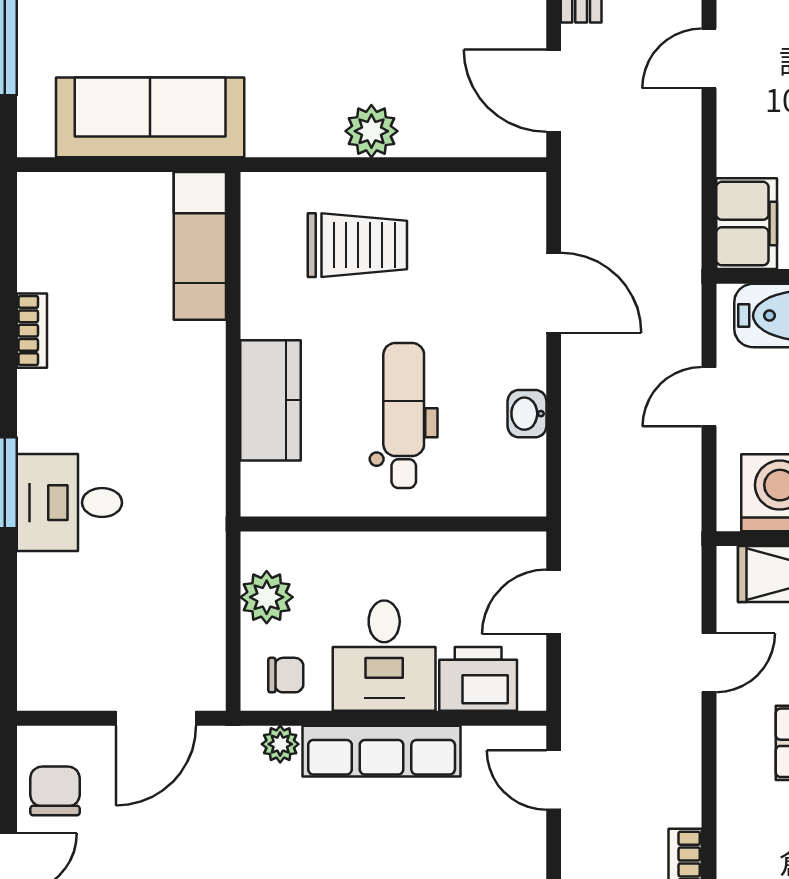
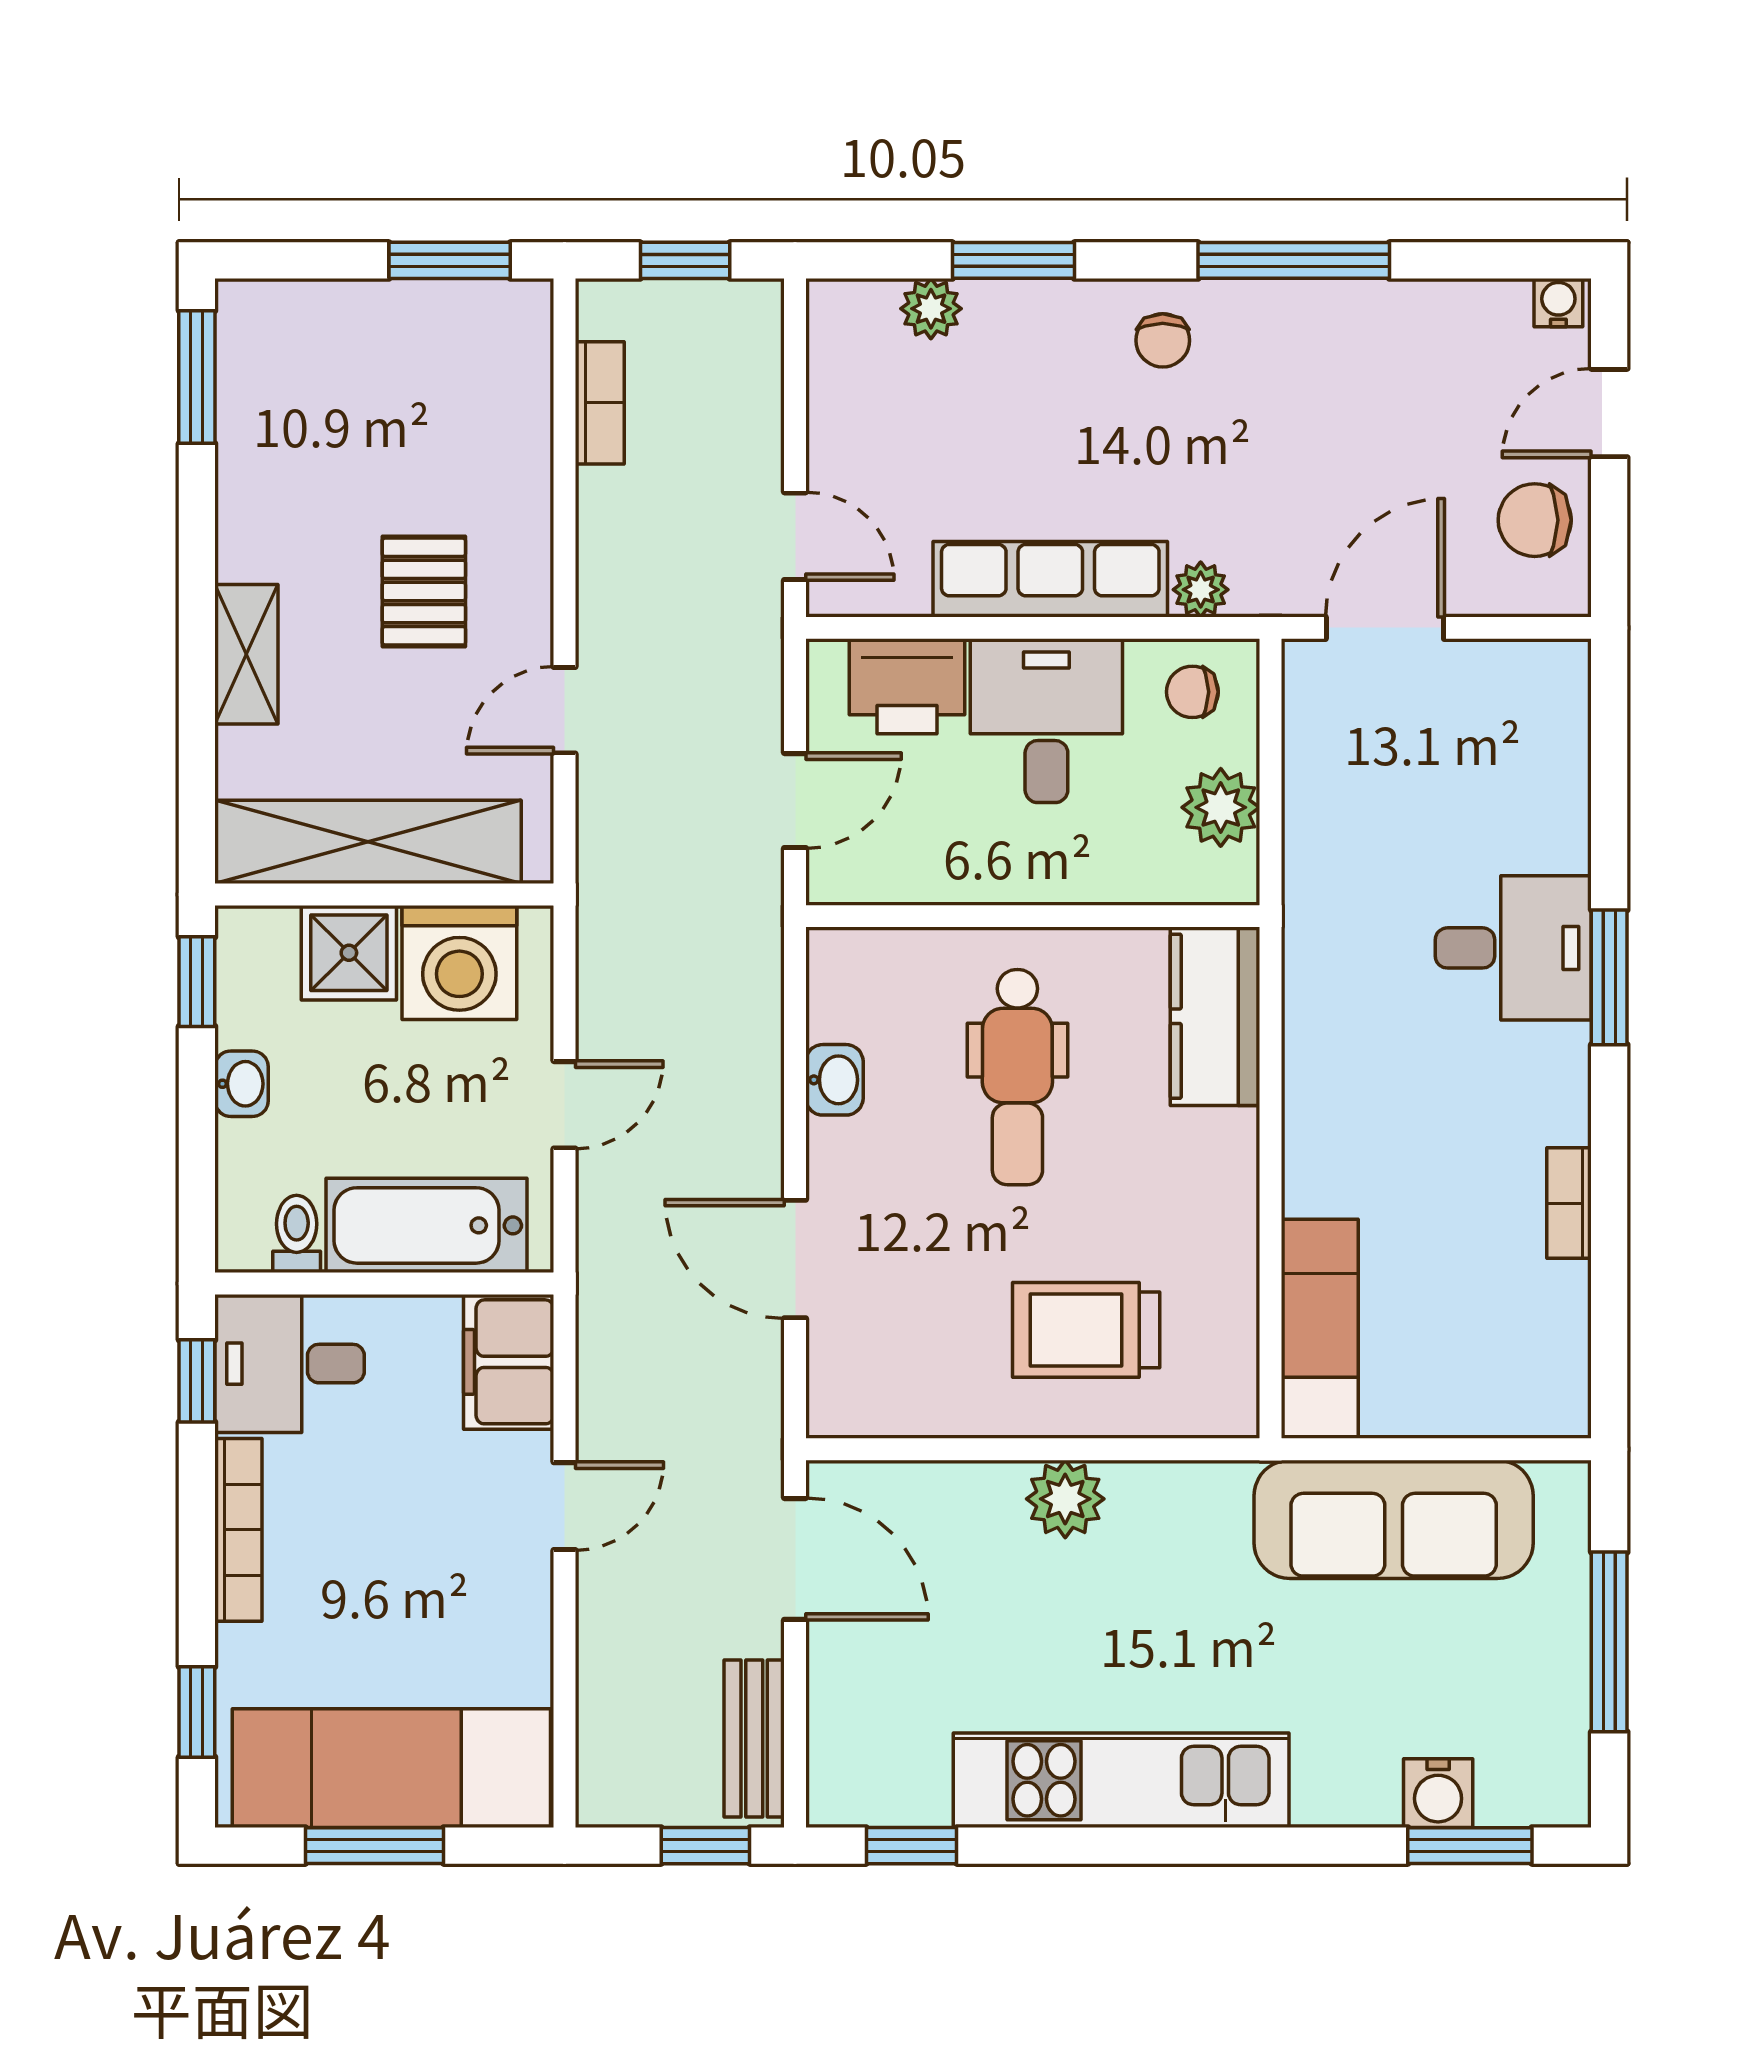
door: (709, 58) -> (564, 1506), moved
kitchen counter: (270, 400) -> (1215, 1016), moved
chair: (55, 791) -> (1535, 520), turned 90

